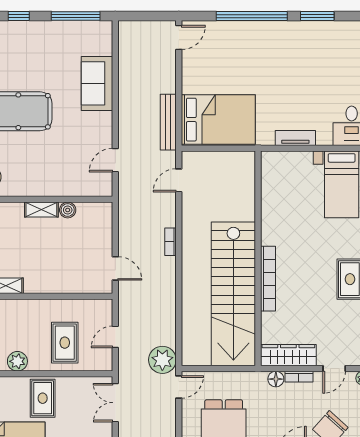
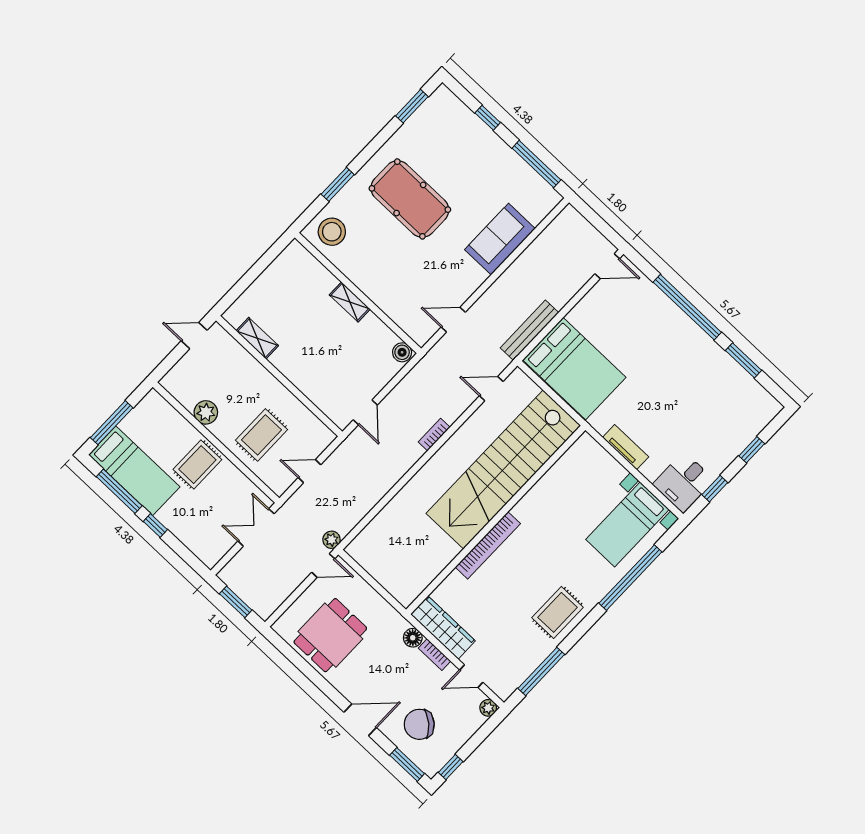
boiler: (68, 210) -> (402, 352), moved
stairs: (233, 294) -> (503, 469), moved
plant: (162, 360) -> (332, 540), width x0.53, depth x0.53

